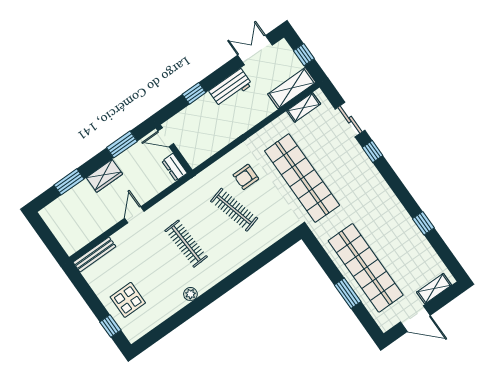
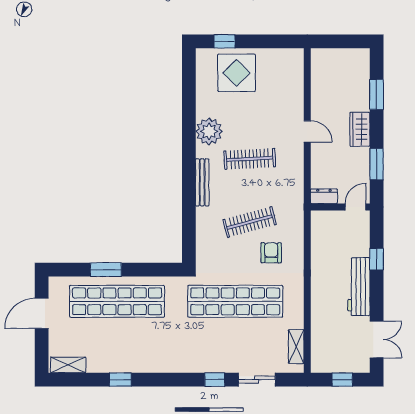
workbench: (230, 88) -> (359, 287), width x1.37
shelving: (292, 88) -> (320, 348), removed
bench: (94, 254) -> (202, 182), moved
shelving: (434, 289) -> (68, 365), moved, turned 90
plant: (190, 294) -> (209, 131), width x1.88, depth x1.88
display table: (128, 300) -> (237, 73), width x1.36, depth x1.36

